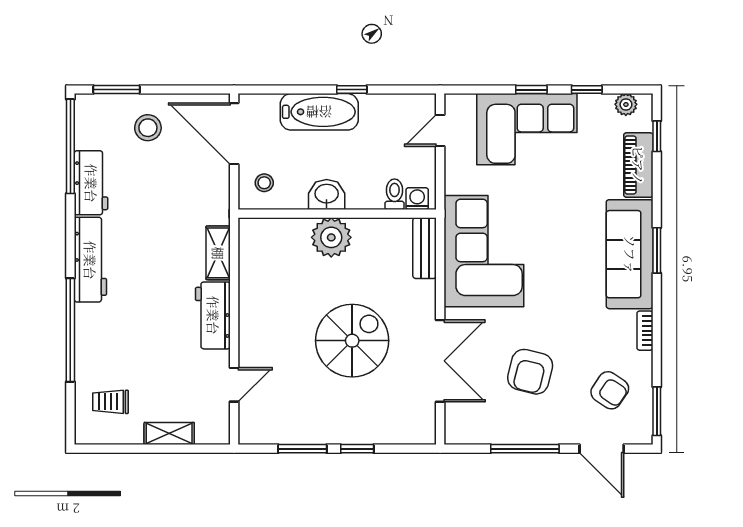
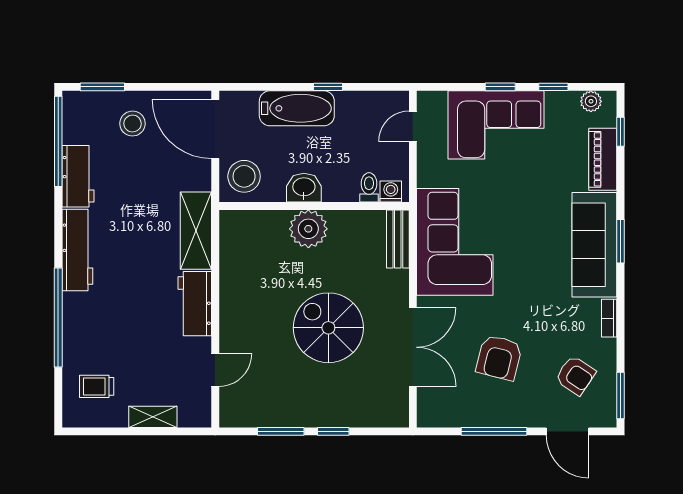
stool: (264, 183) -> (244, 176), width x1.89, depth x1.89
shelving: (218, 253) -> (196, 231), width x1.50, depth x1.33
spiral stairs: (352, 341) -> (328, 328), turned -90

